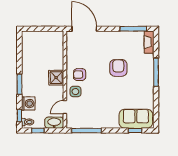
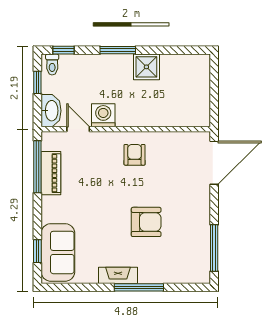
fireplace: (149, 42) -> (118, 275), moved
shower: (56, 78) -> (146, 67), moved
side table: (75, 92) -> (105, 148), removed
washing machine: (28, 104) -> (103, 115), moved, turned 180
piano: (90, 123) -> (51, 173), added

